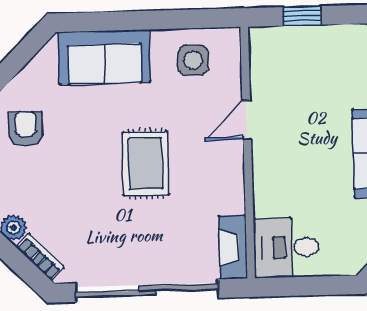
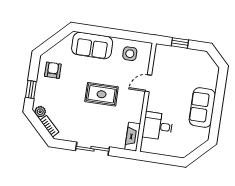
rug: (145, 164) -> (102, 94), turned 90
desk: (286, 247) -> (158, 126), moved
sliding door: (147, 291) -> (93, 149), width x0.54

